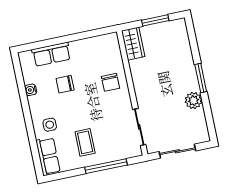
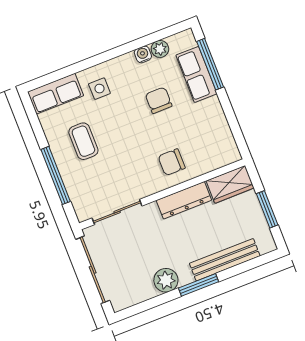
window: (46, 43) -> (210, 64), added
bench: (186, 56) -> (225, 260), added
plant: (29, 77) -> (160, 49), added
dresser: (139, 78) -> (184, 200), added
coffee table: (85, 142) -> (83, 141), turned 90
sliding door: (177, 151) -> (93, 270), width x1.37

